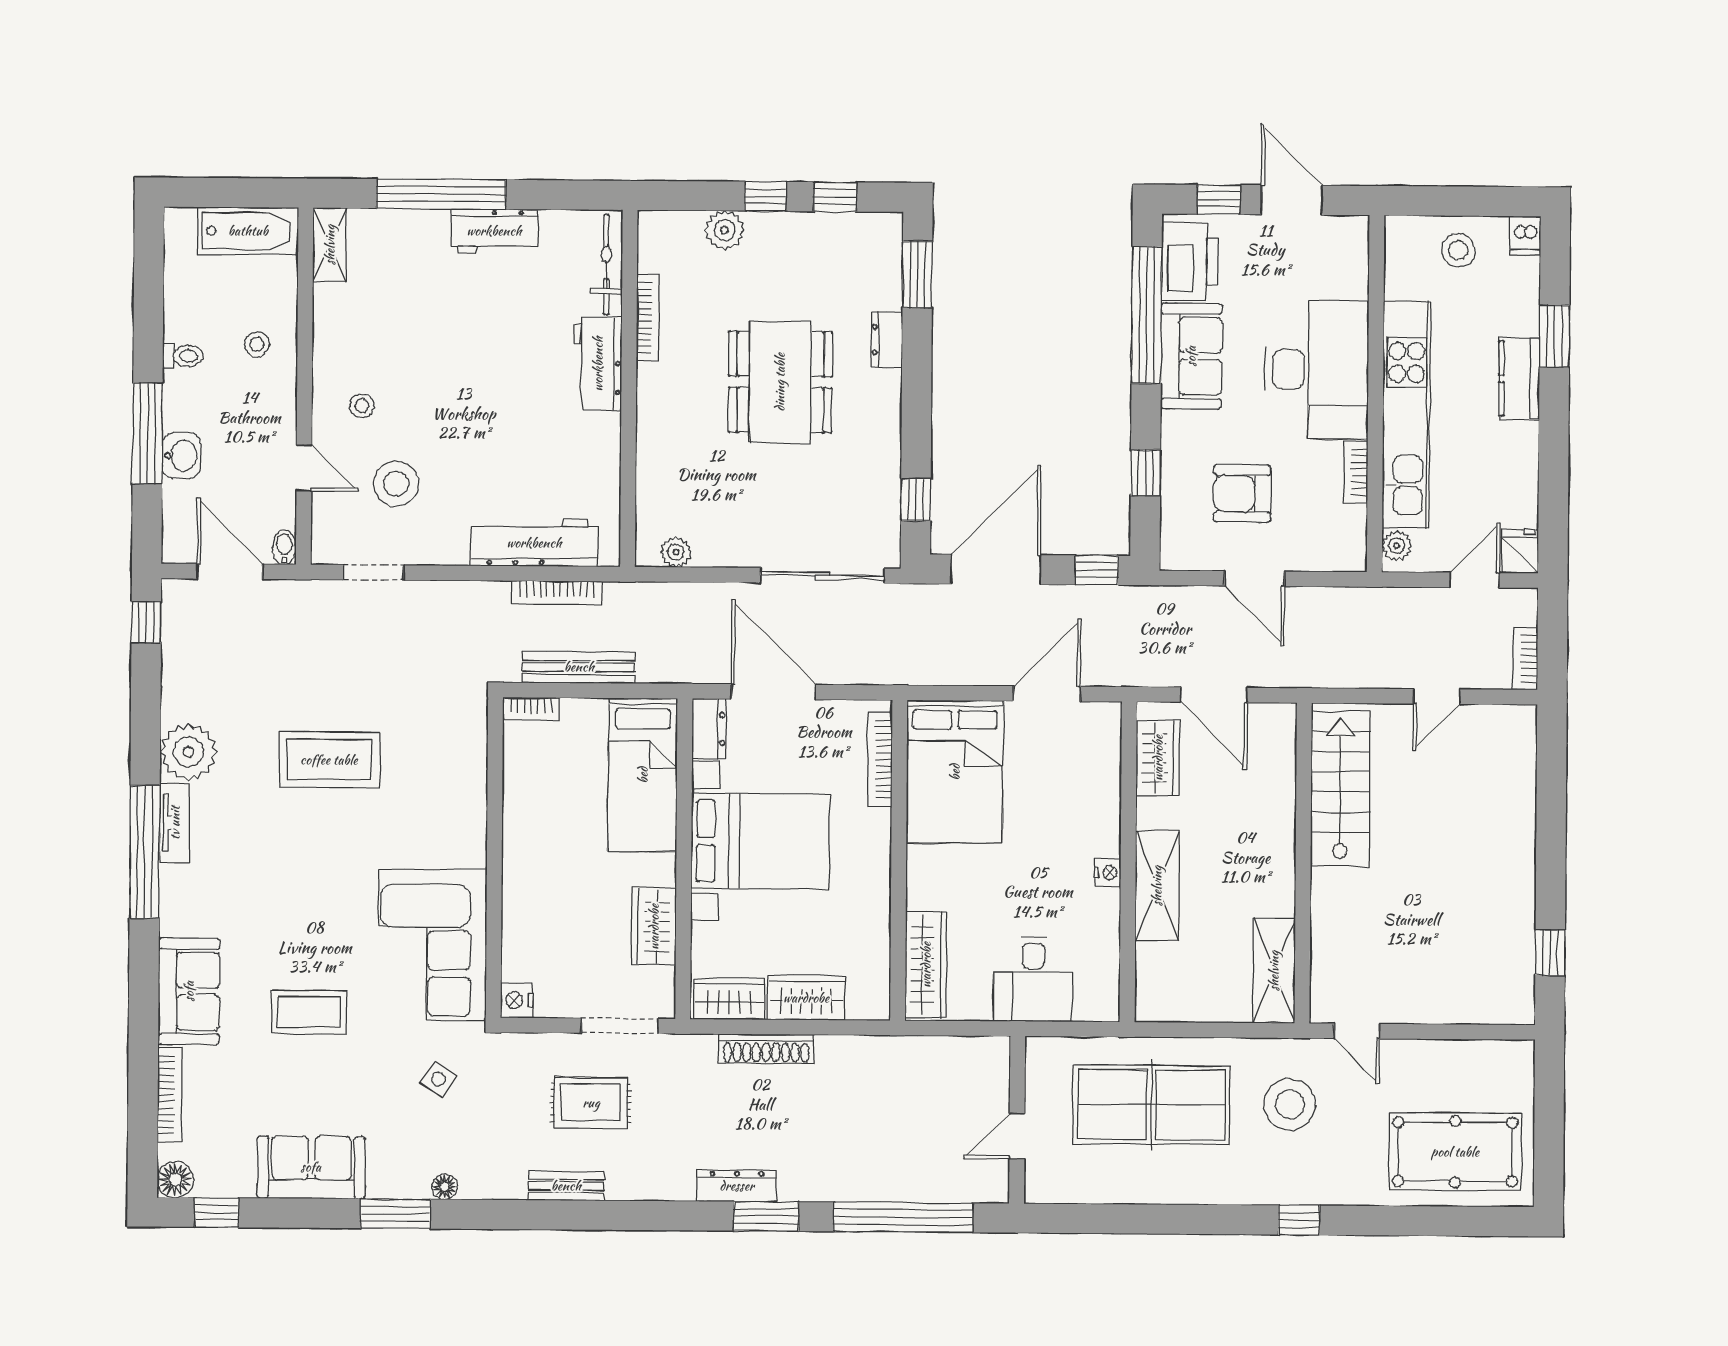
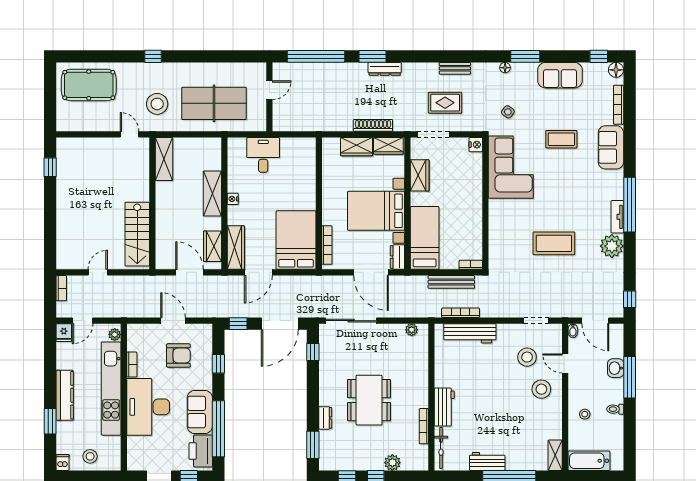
kitchen counter: (1519, 379) -> (65, 395), width x1.50
stool: (362, 406) -> (541, 389), width x1.89, depth x1.89
wardrobe: (926, 965) -> (236, 248), moved, turned 180

